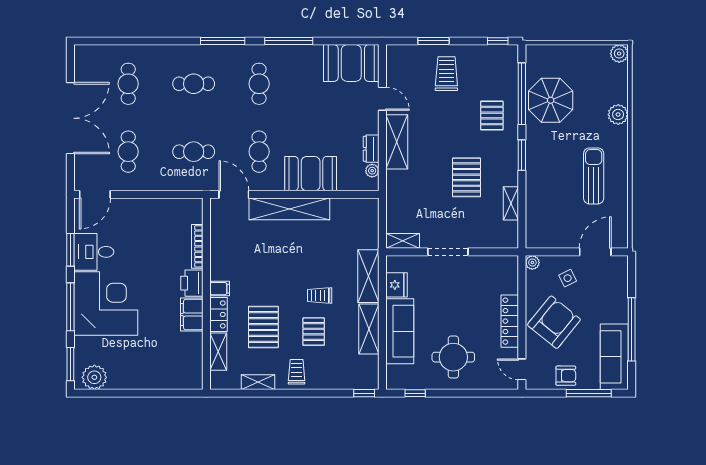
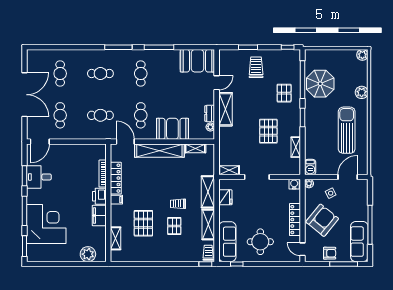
door: (382, 99) -> (217, 83), hinge flipped
sun lounger: (594, 176) -> (347, 130), width x1.36, depth x1.34
barbecue: (534, 236) -> (310, 167), added
water cooler: (508, 264) -> (294, 184), added
corner desk: (106, 304) -> (46, 224), moved
locker: (218, 314) -> (116, 178), moved, width x1.53
sofa: (400, 331) -> (227, 242), moved
trolley: (297, 372) -> (208, 253), moved
plant: (94, 377) -> (88, 254), moved
shelving: (258, 382) -> (195, 148), moved

